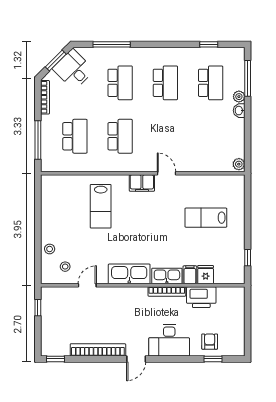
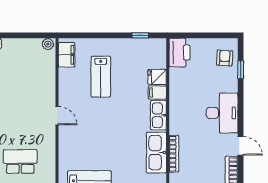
door: (166, 173) -> (57, 116), swing flipped
filing cabinet: (142, 183) -> (67, 55), moved
bookcase: (167, 292) -> (174, 154), moved
printer: (201, 297) -> (179, 53), moved
armchair: (210, 342) -> (225, 58), moved, turned 94

